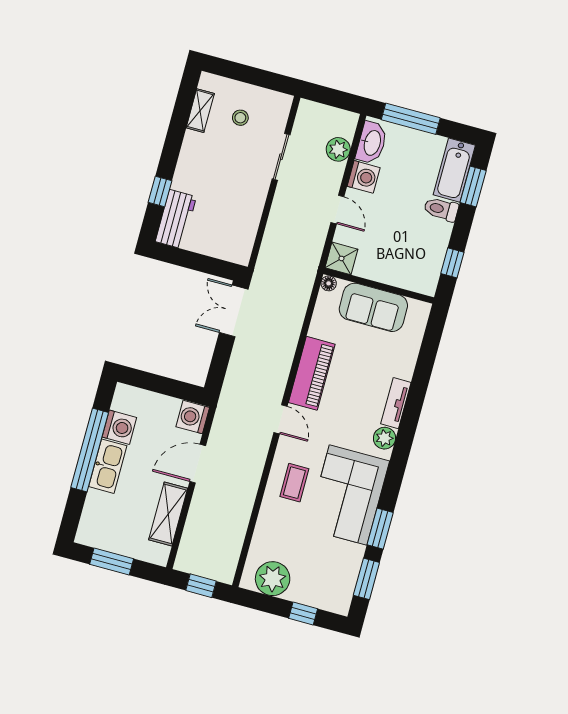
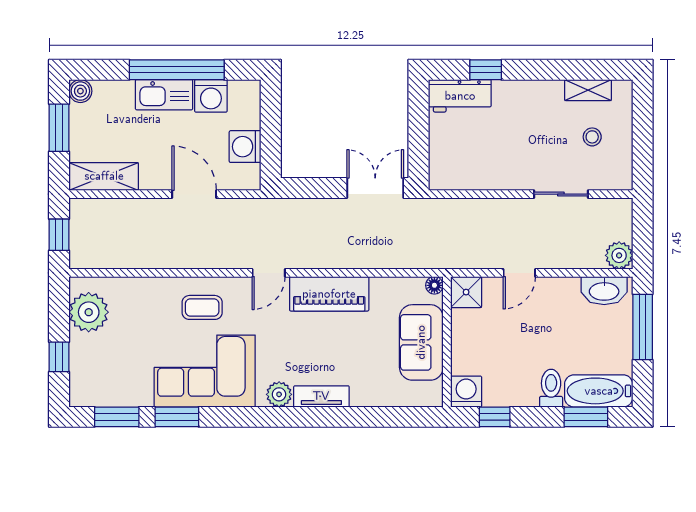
plant: (338, 149) -> (619, 255), moved
washing machine: (364, 177) -> (466, 392), moved, turned 180
washing machine: (193, 417) -> (245, 147), moved, turned -90
shelving: (168, 514) -> (104, 176), moved
boiler: (86, 535) -> (80, 91), added

